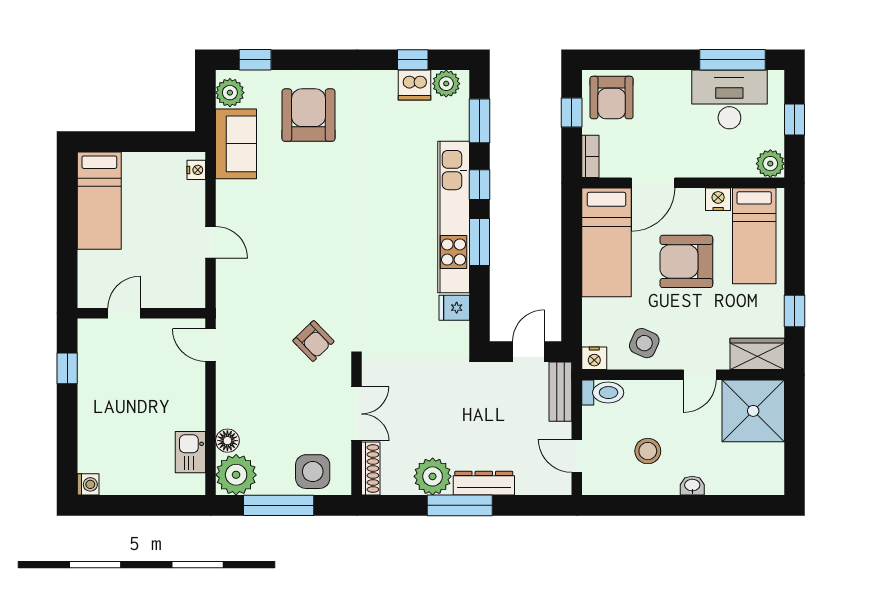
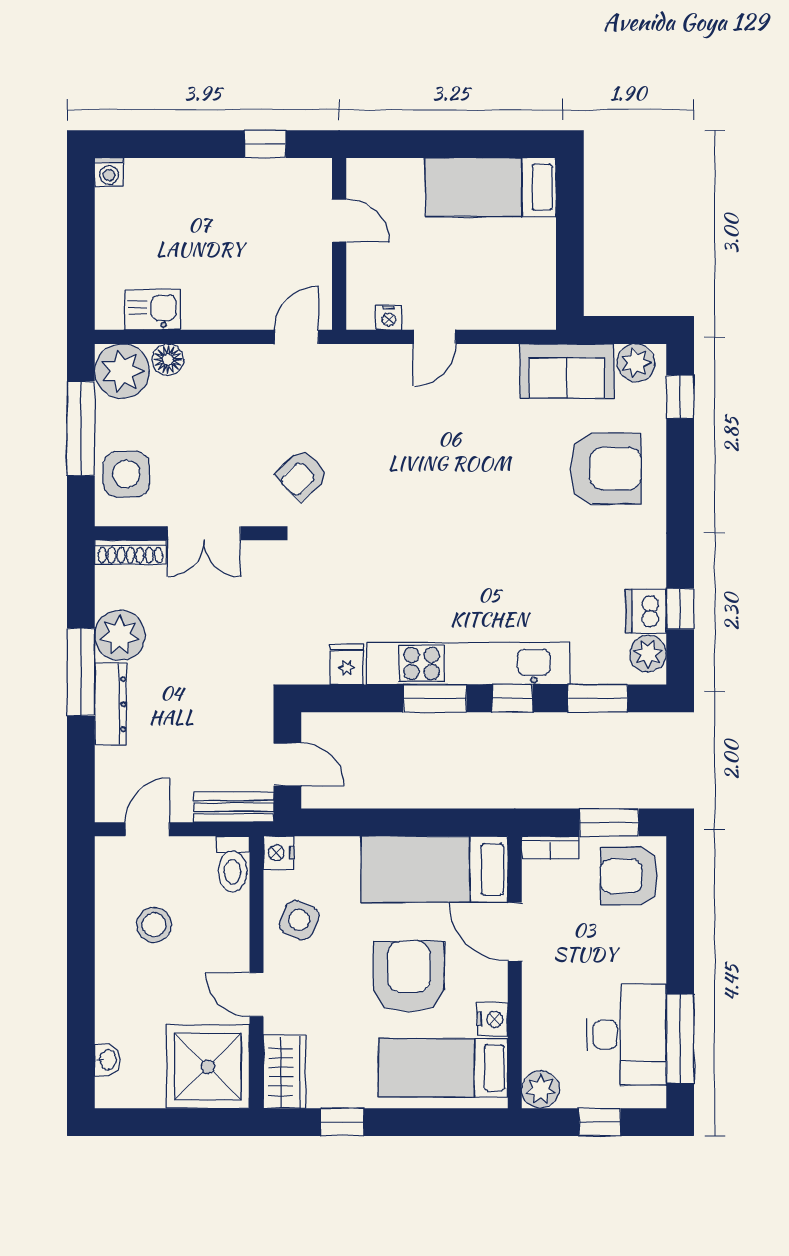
window: (572, 113) -> (609, 822), width x1.50
nightstand: (196, 170) -> (389, 318), moved
washbasin: (692, 486) -> (107, 1060), moved

